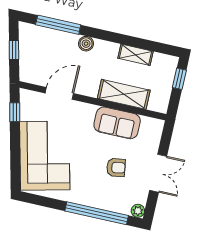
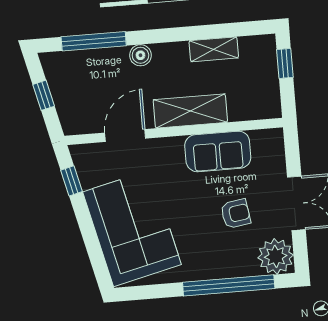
shelving: (124, 94) -> (190, 111), moved
plant: (138, 211) -> (276, 256), width x1.87, depth x1.87

